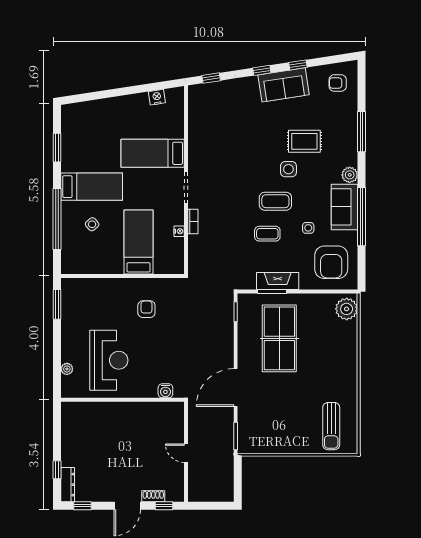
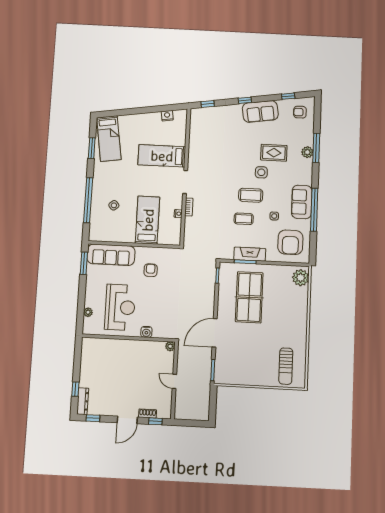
window: (298, 65) -> (288, 96), moved
plant: (350, 175) -> (307, 152), moved
bed: (92, 187) -> (109, 139), moved, turned 81
sofa: (92, 291) -> (111, 255), added
water cooler: (165, 391) -> (146, 332), moved
plant: (178, 408) -> (170, 346), added

